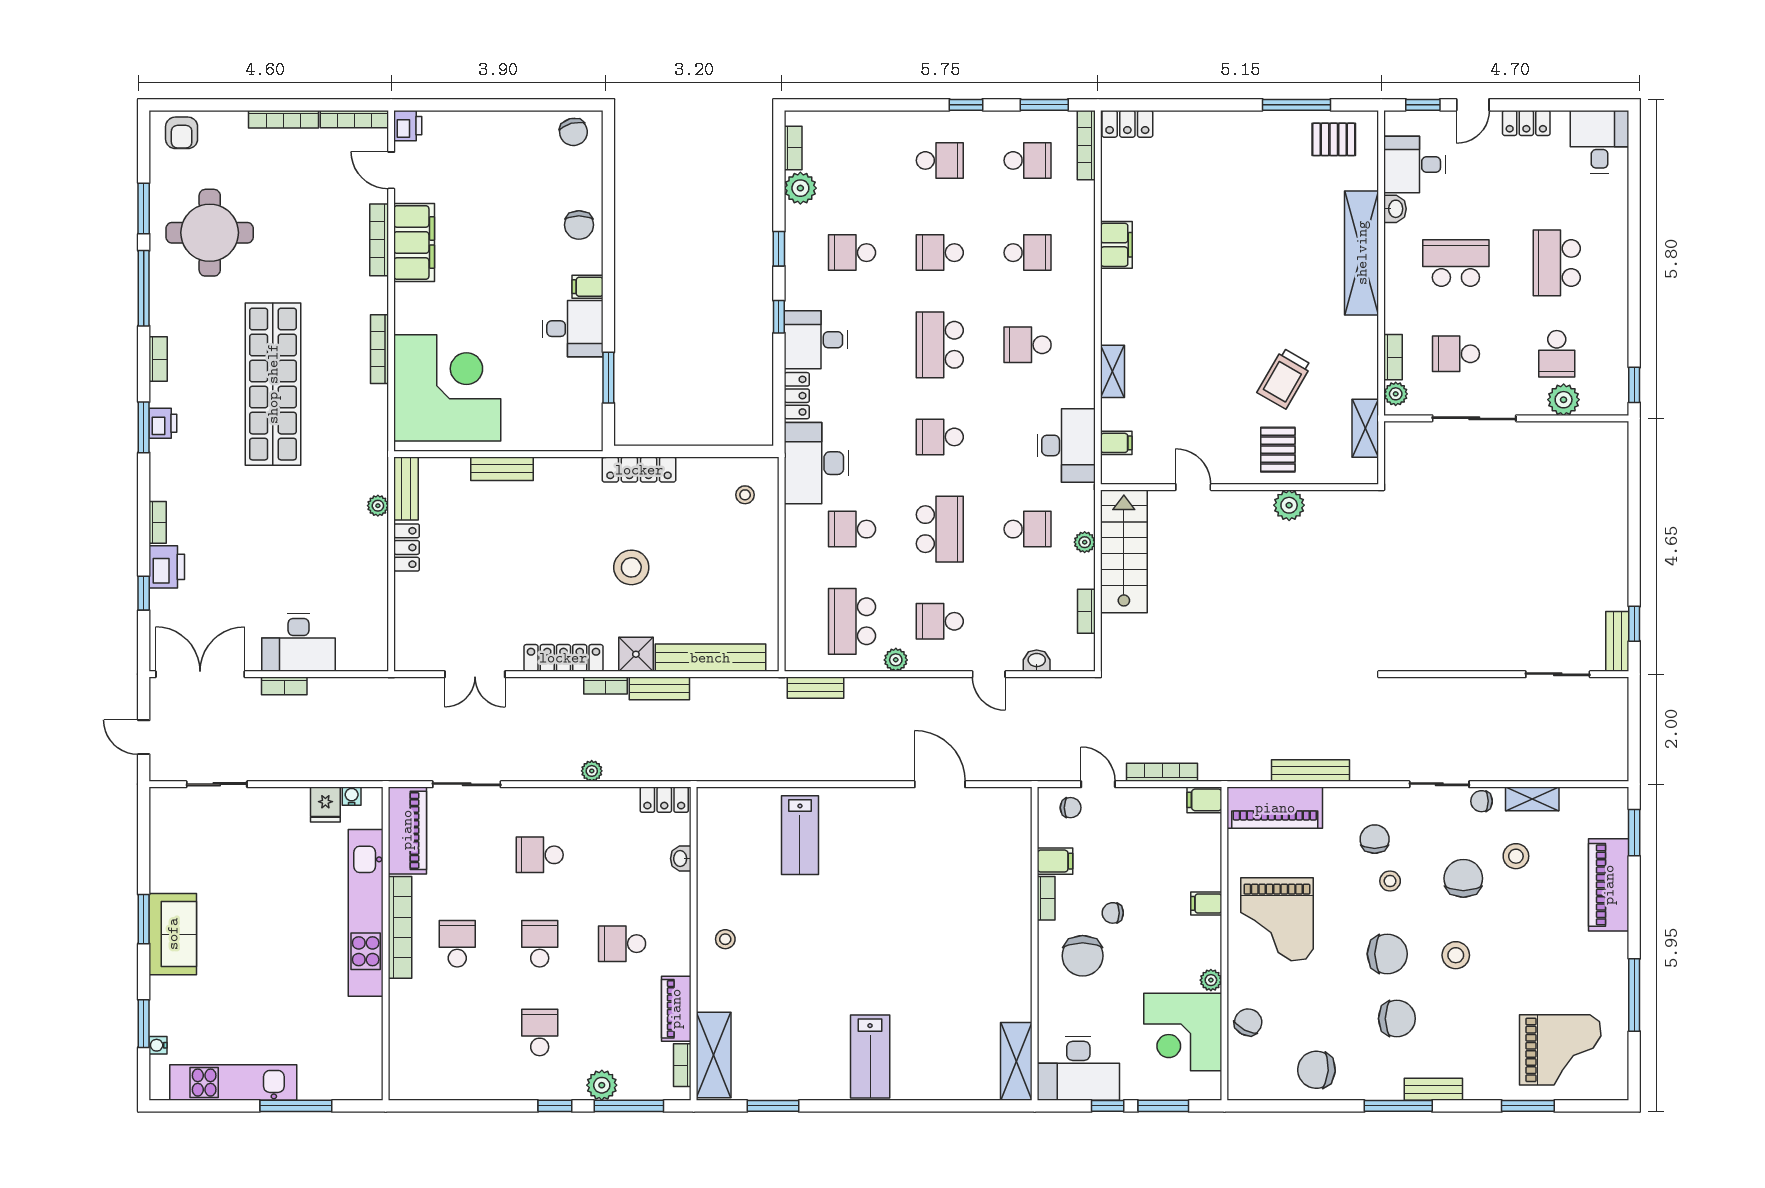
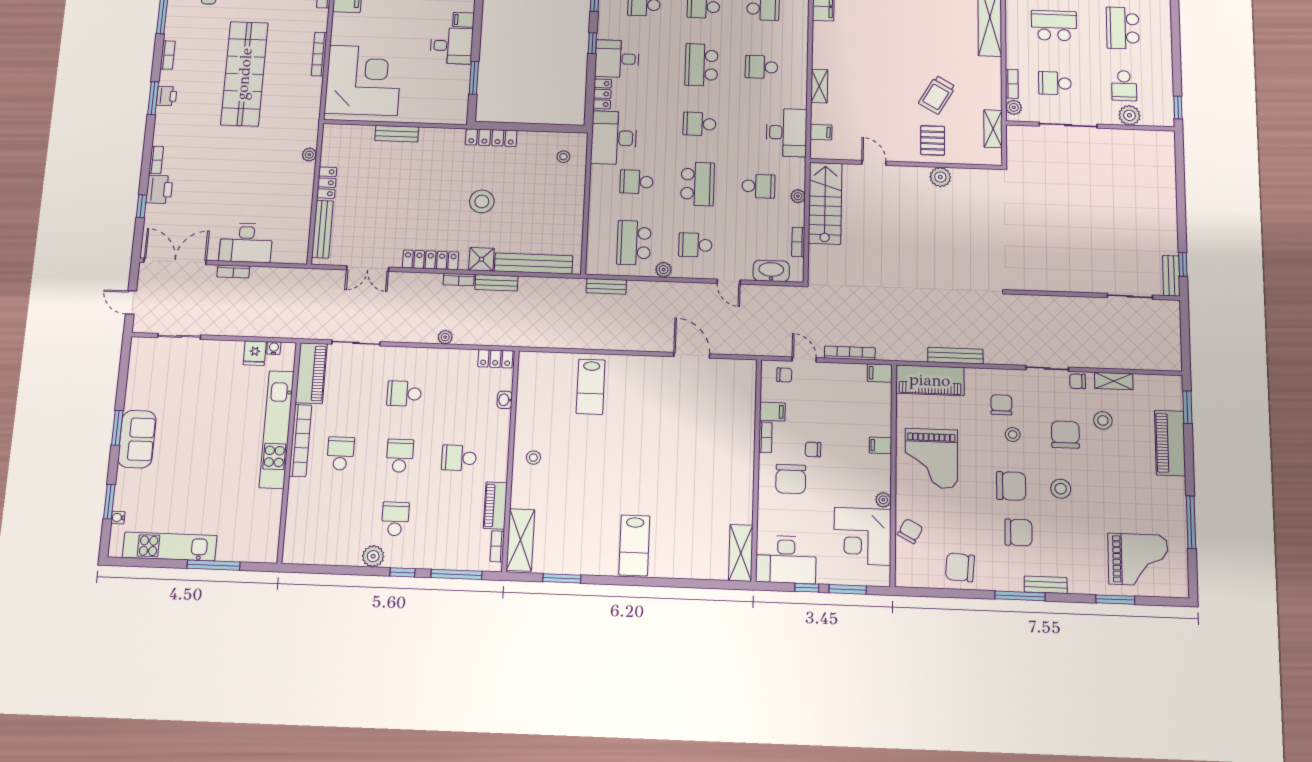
bench: (406, 489) -> (322, 229), moved, width x1.36
washbasin: (1037, 661) -> (771, 271), width x1.91, depth x1.45
plant: (602, 1085) -> (373, 556), moved

